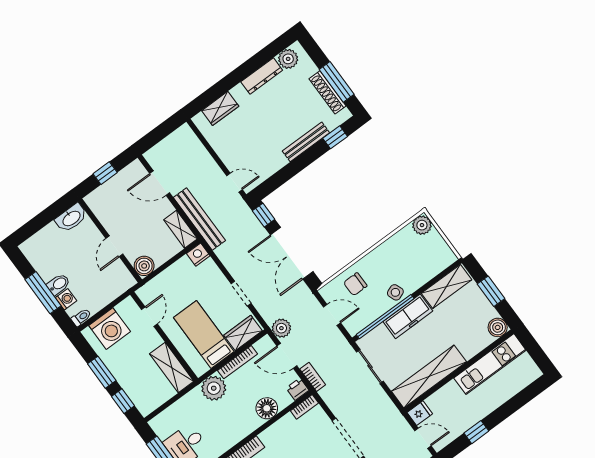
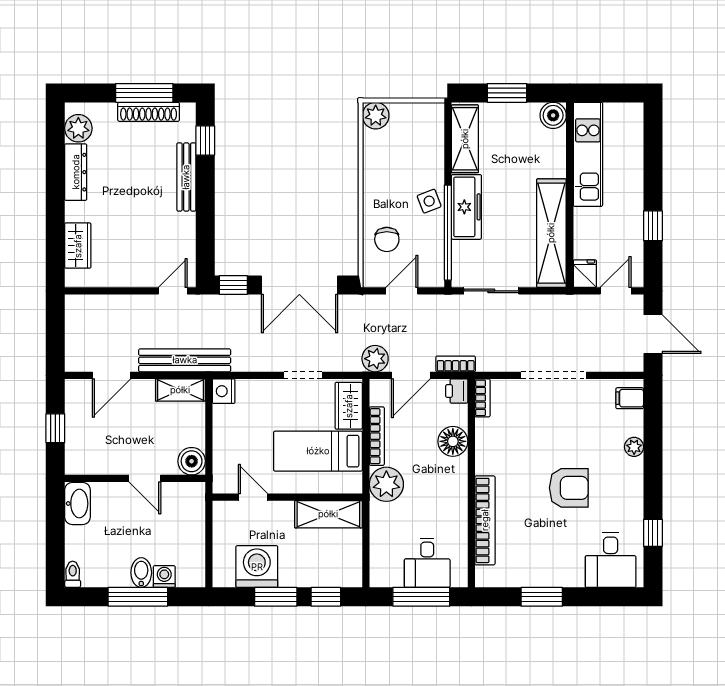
toilet: (81, 317) -> (73, 574), moved
washing machine: (110, 329) -> (257, 567), moved, turned -90

